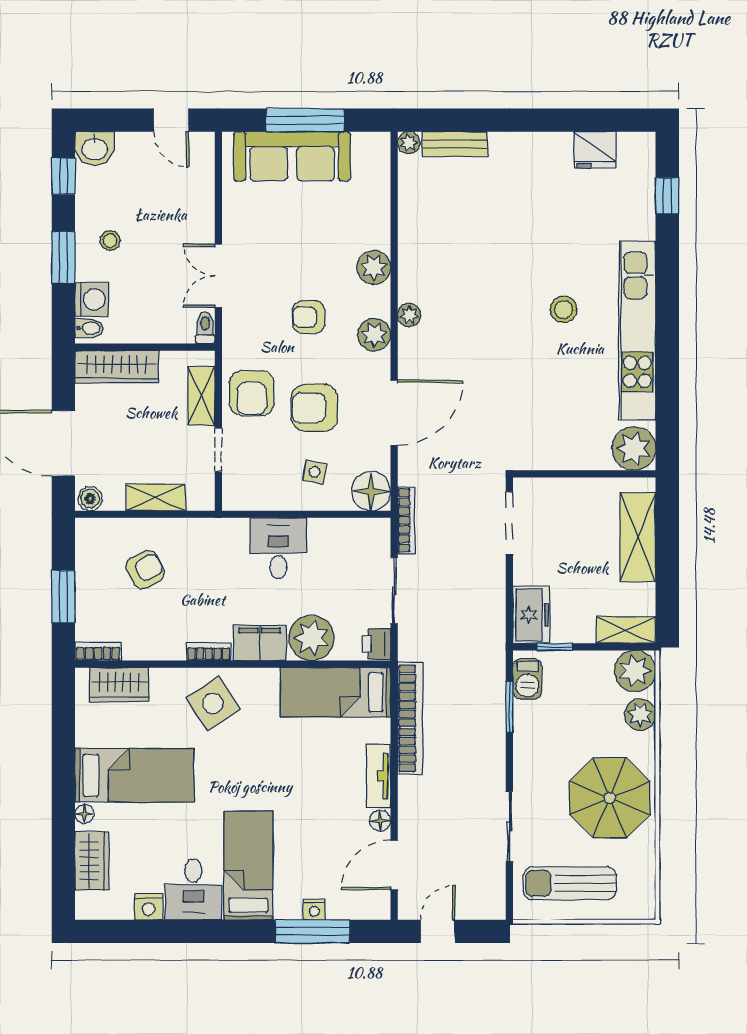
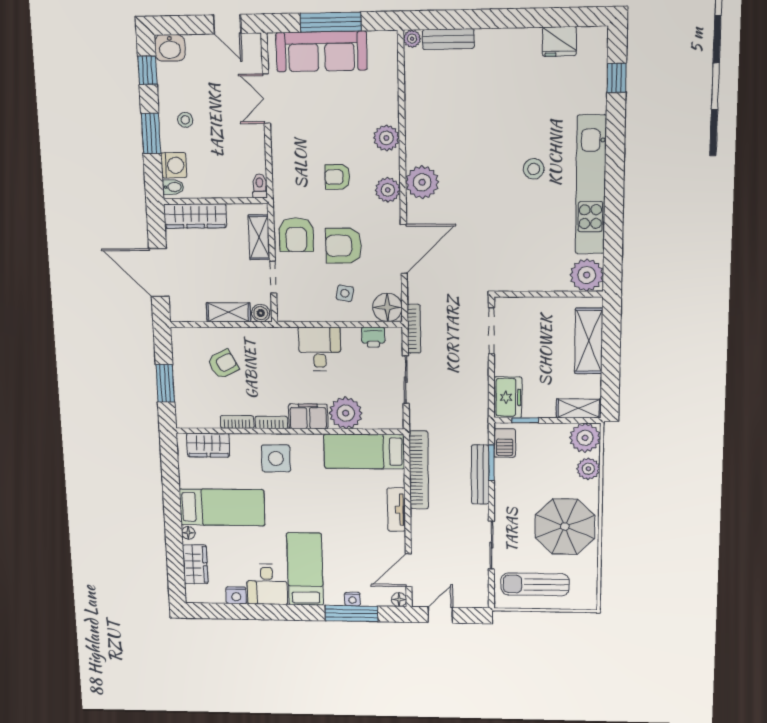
double door: (218, 276) -> (266, 99), moved
plant: (409, 315) -> (422, 182), width x1.87, depth x1.87
boiler: (90, 499) -> (261, 313), moved
printer: (377, 644) -> (373, 337), moved, turned -90
bookcase: (98, 651) -> (237, 422), moved
side table: (213, 703) -> (276, 458), turned 33
bench: (494, 724) -> (480, 474), added
floor lamp: (380, 821) -> (399, 600), moved

